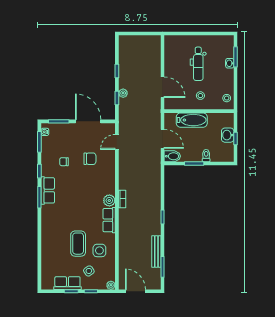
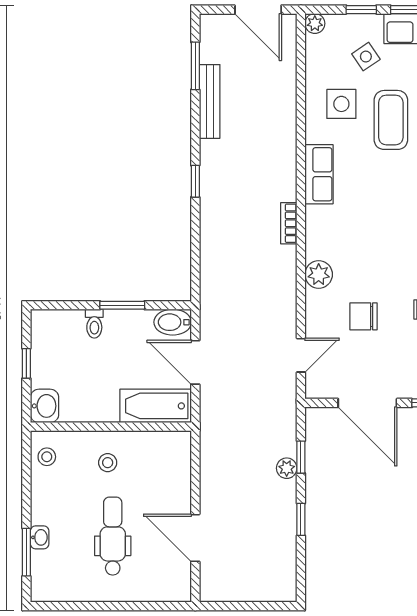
door: (163, 87) -> (195, 538), moved
bathtub: (192, 120) -> (156, 406), moved
washbasin: (228, 135) -> (45, 406), moved
plant: (109, 200) -> (319, 274), moved

